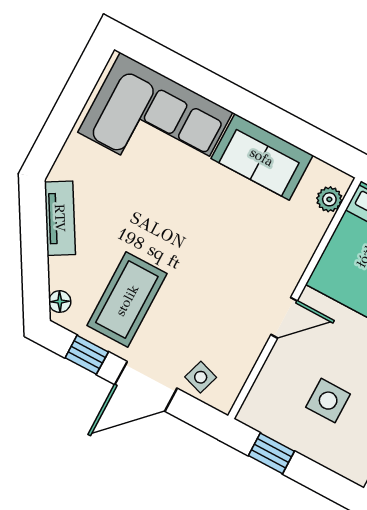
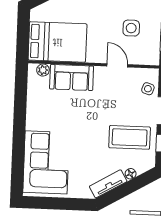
sofa: (262, 157) -> (72, 77), moved, turned 90
floor lamp: (60, 302) -> (131, 174), moved
door: (284, 318) -> (117, 65), moved

